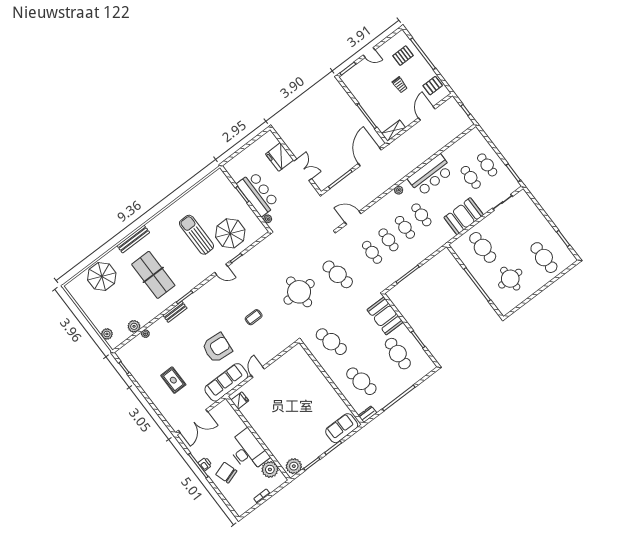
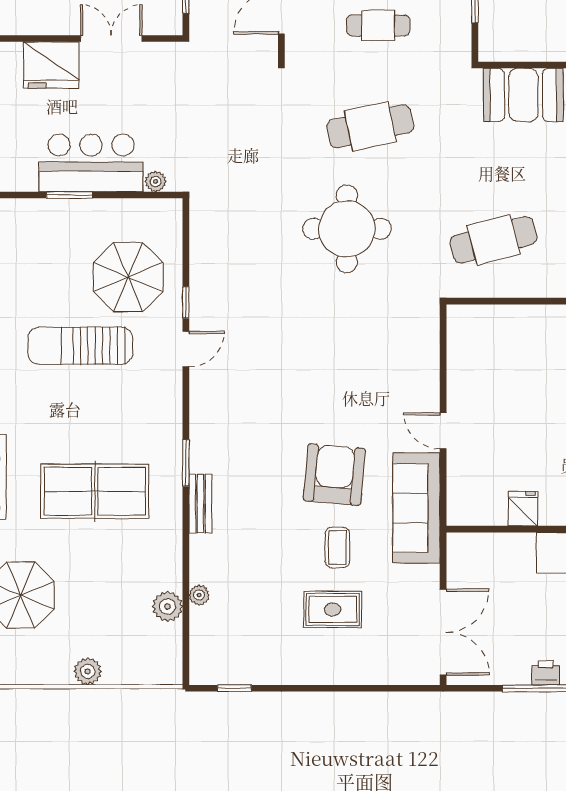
coffee table: (254, 317) -> (337, 547), moved
plant: (107, 334) -> (88, 671), moved
fridge: (240, 400) -> (523, 509), moved

